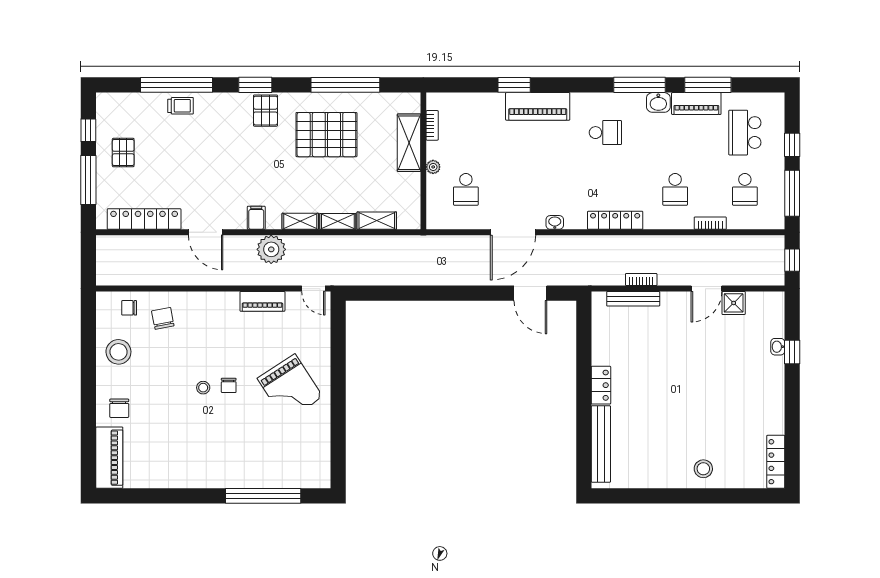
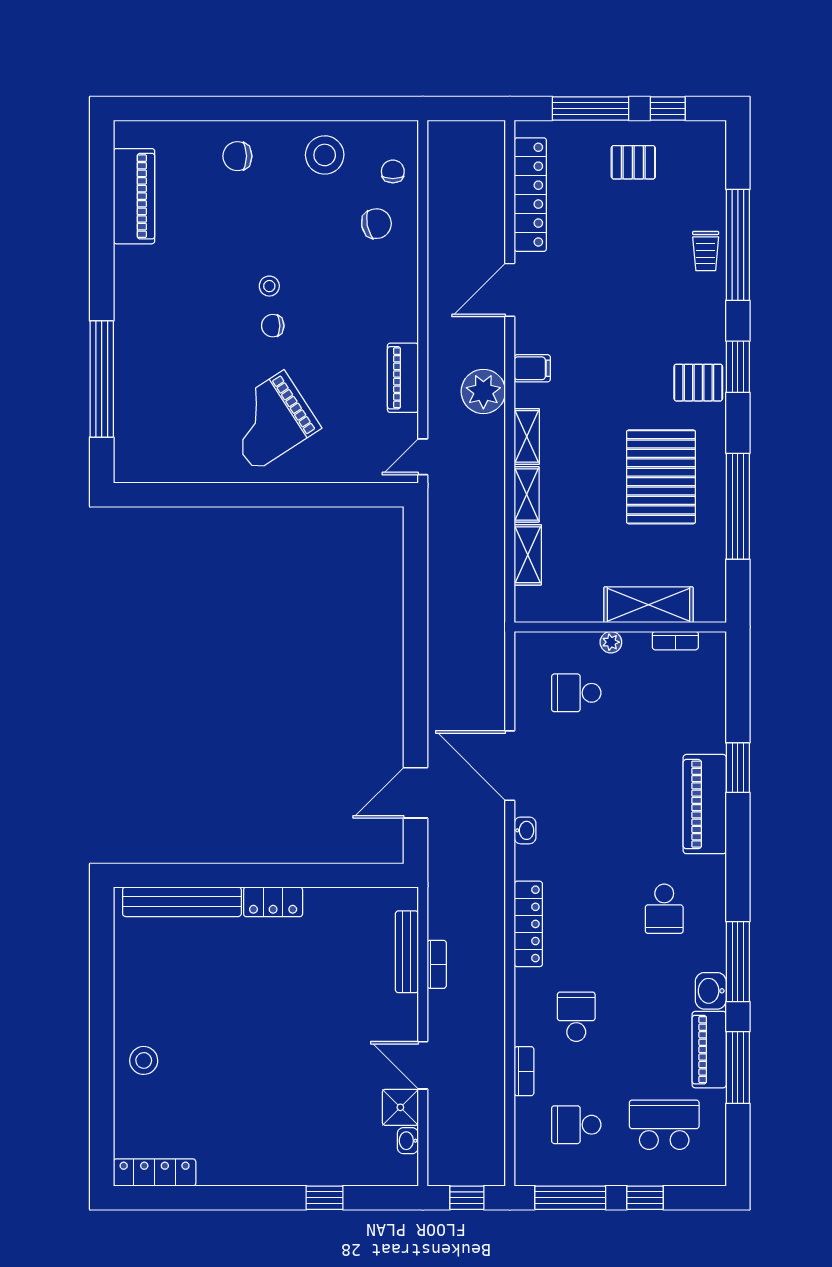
school desk: (675, 189) -> (576, 1017), turned 90
washbasin: (778, 347) -> (408, 1141), moved, turned -90
piano: (109, 458) -> (134, 196), moved, turned -90

